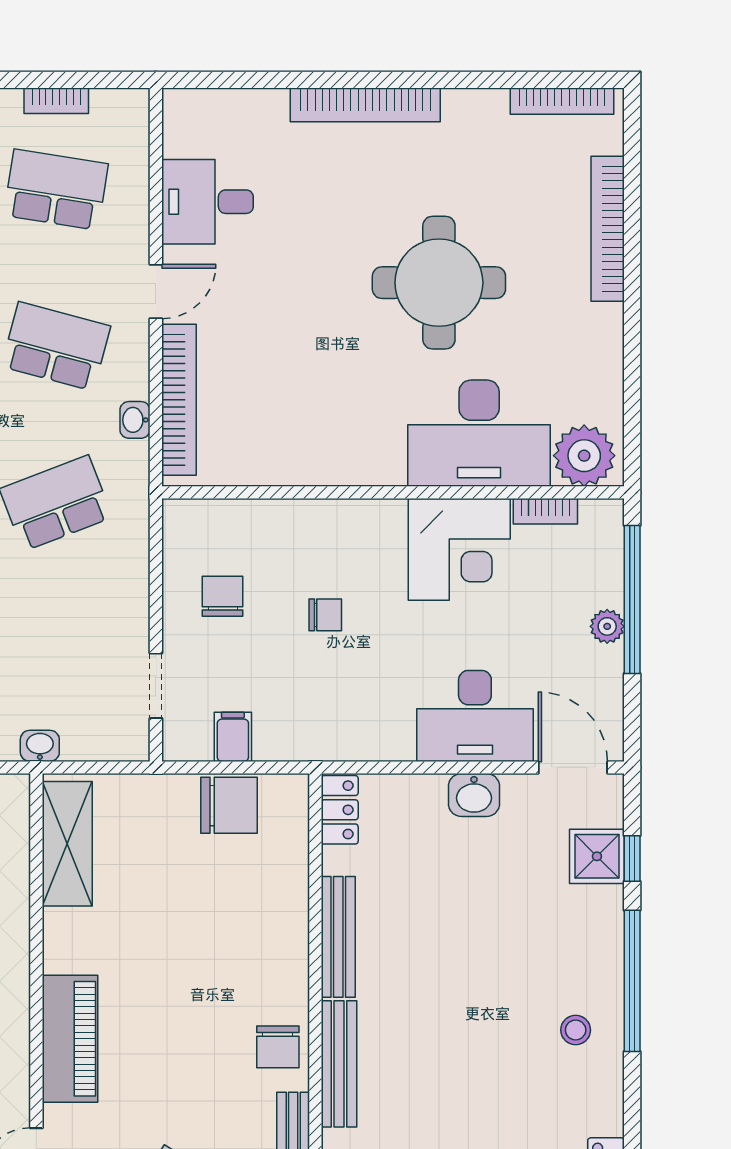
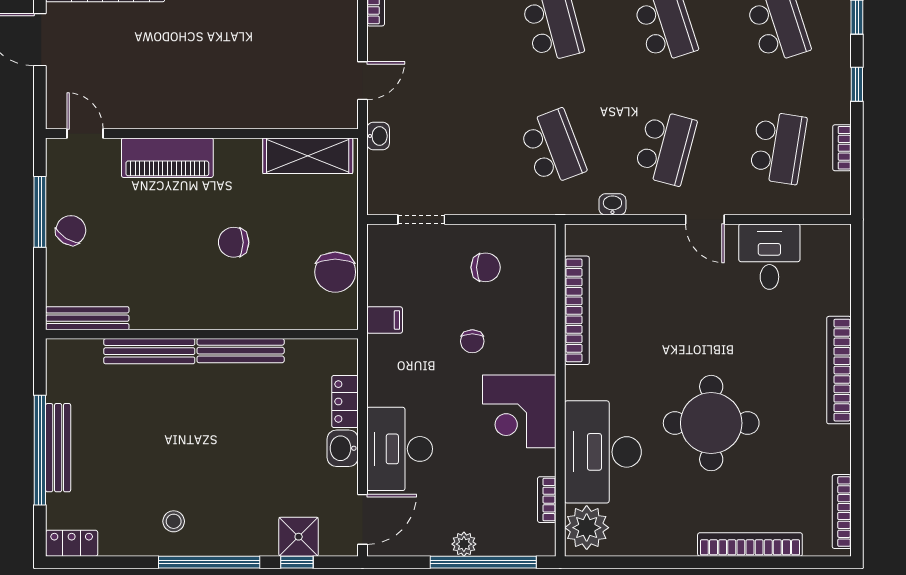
bookcase: (179, 400) -> (577, 310), moved, turned -90
corner desk: (459, 549) -> (519, 411), moved
filing cabinet: (233, 737) -> (385, 320), moved
locker: (340, 810) -> (345, 402), moved, turned 90
chair: (278, 1047) -> (234, 242), moved

